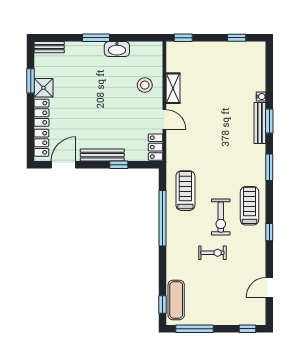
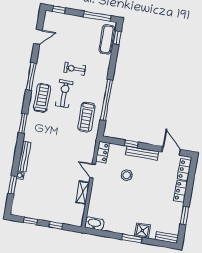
window: (183, 38) -> (56, 225), moved
washbasin: (117, 49) -> (94, 224), moved
stool: (145, 85) -> (127, 175), moved
shower: (43, 88) -> (142, 231), moved
window: (269, 121) -> (12, 185), moved
door: (63, 165) -> (171, 151), swing flipped
treadmill: (250, 206) -> (42, 98), turned 180
window: (269, 232) -> (31, 77), width x2.17

